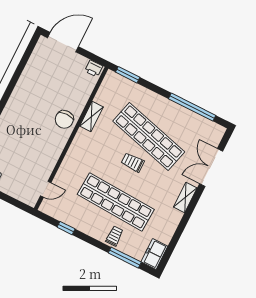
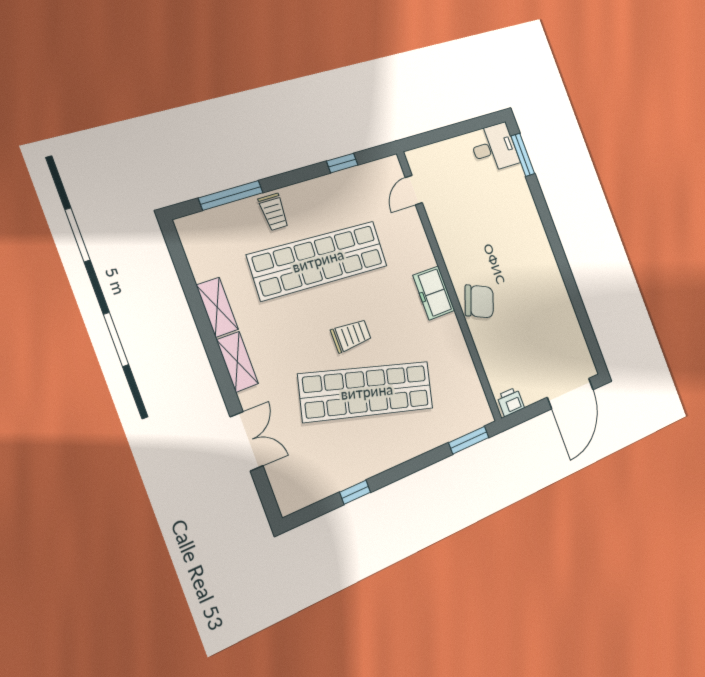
window: (192, 107) -> (355, 492), width x0.32
shelving: (91, 116) -> (217, 307), moved
chair: (64, 119) -> (479, 301), turned 113
double door: (211, 167) -> (247, 441), width x0.73
freezer: (154, 254) -> (434, 293), moved, turned 180

